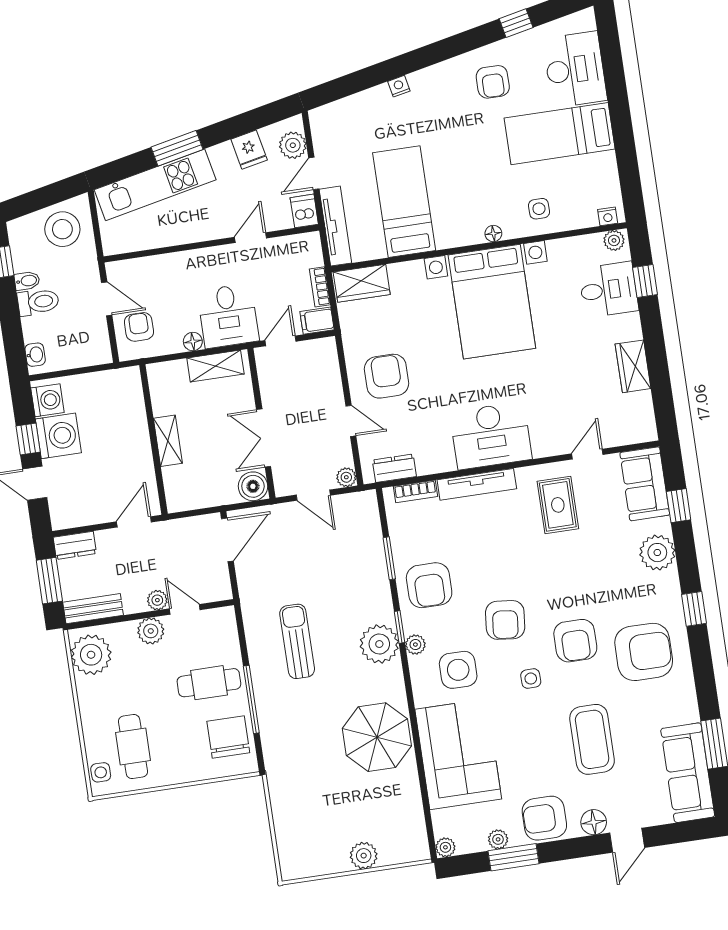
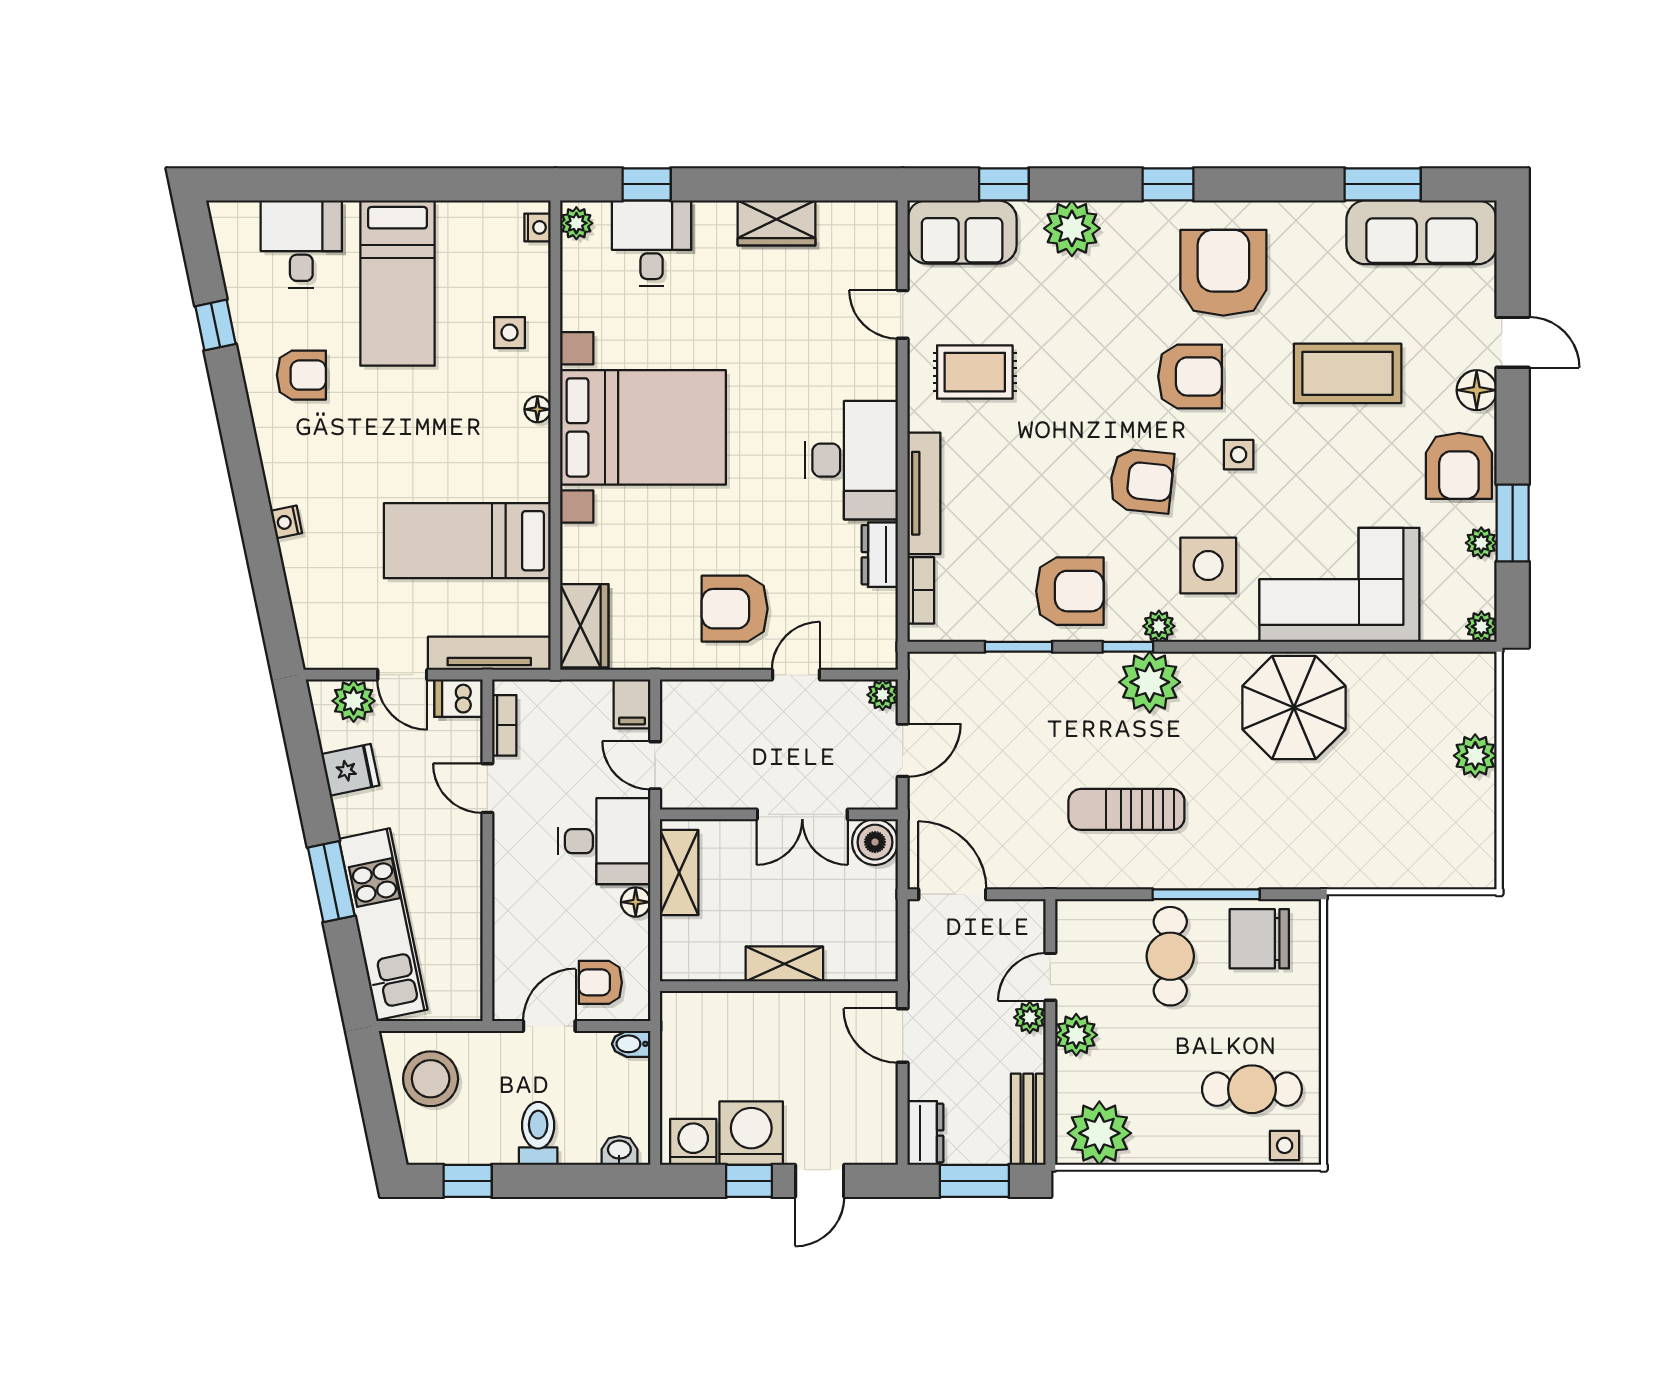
desk: (575, 70) -> (301, 244), width x0.73
bidet: (27, 281) -> (631, 1044), moved, turned -90
bookcase: (320, 287) -> (504, 725), moved, turned -90
dresser: (394, 468) -> (880, 555), moved

